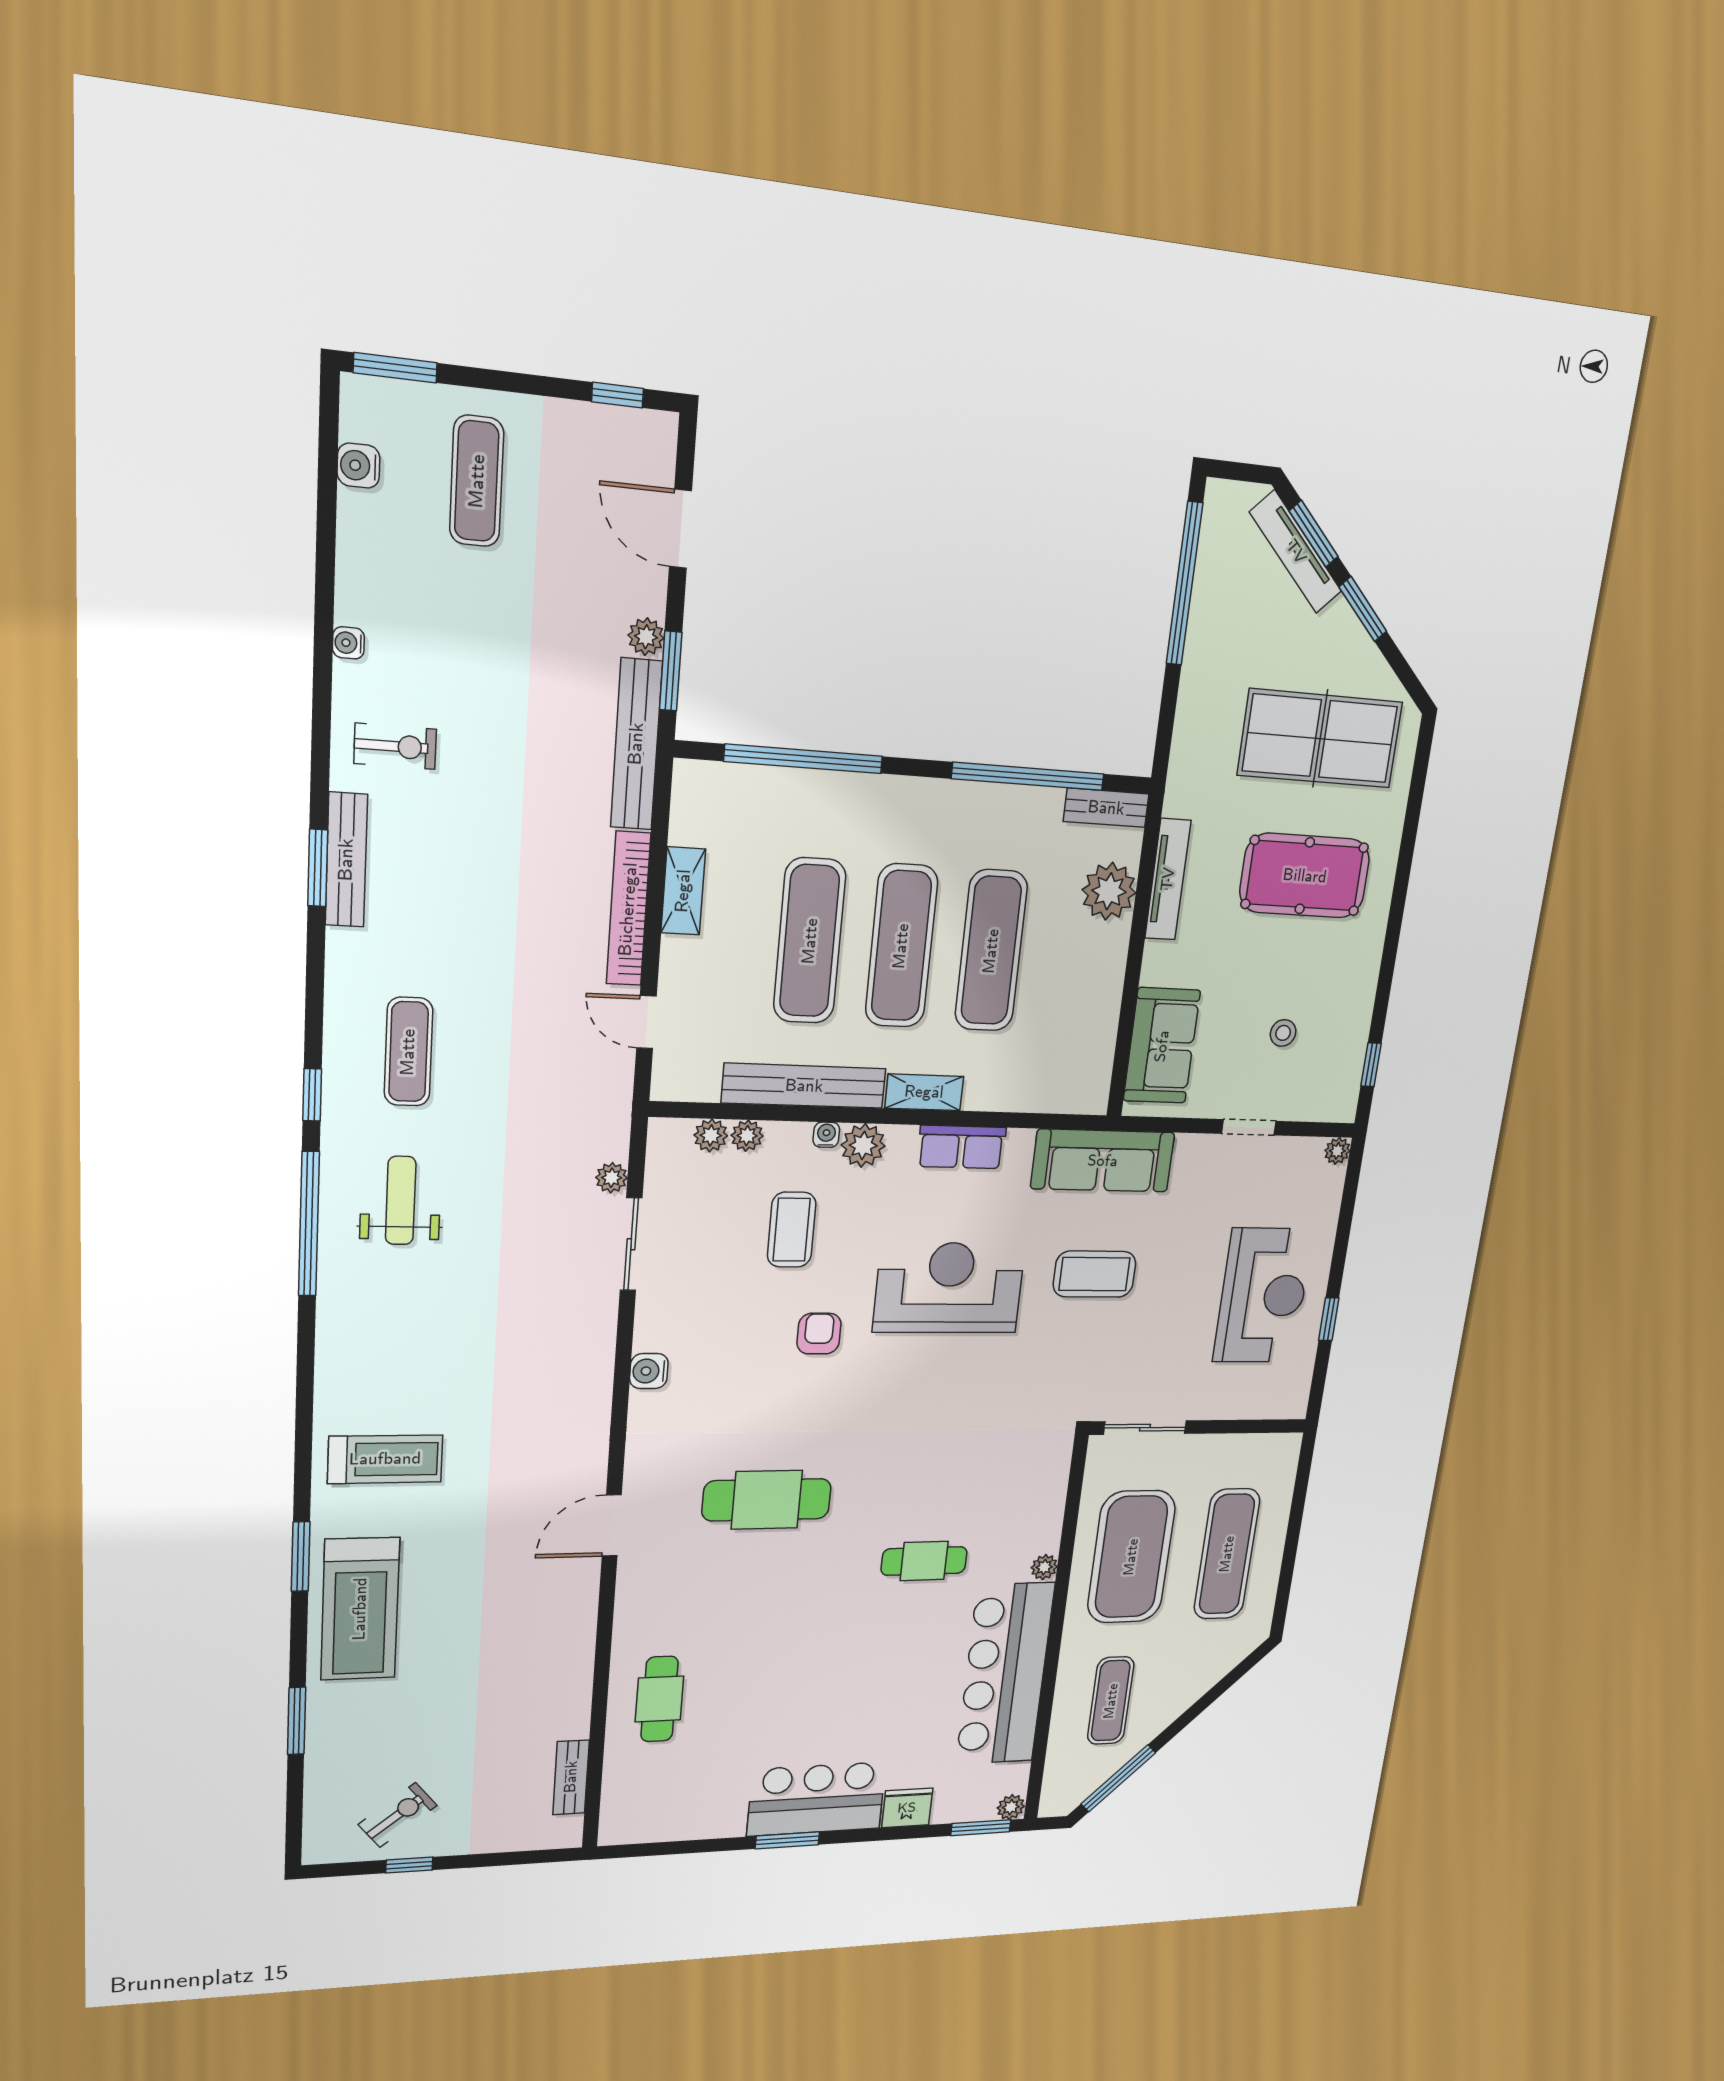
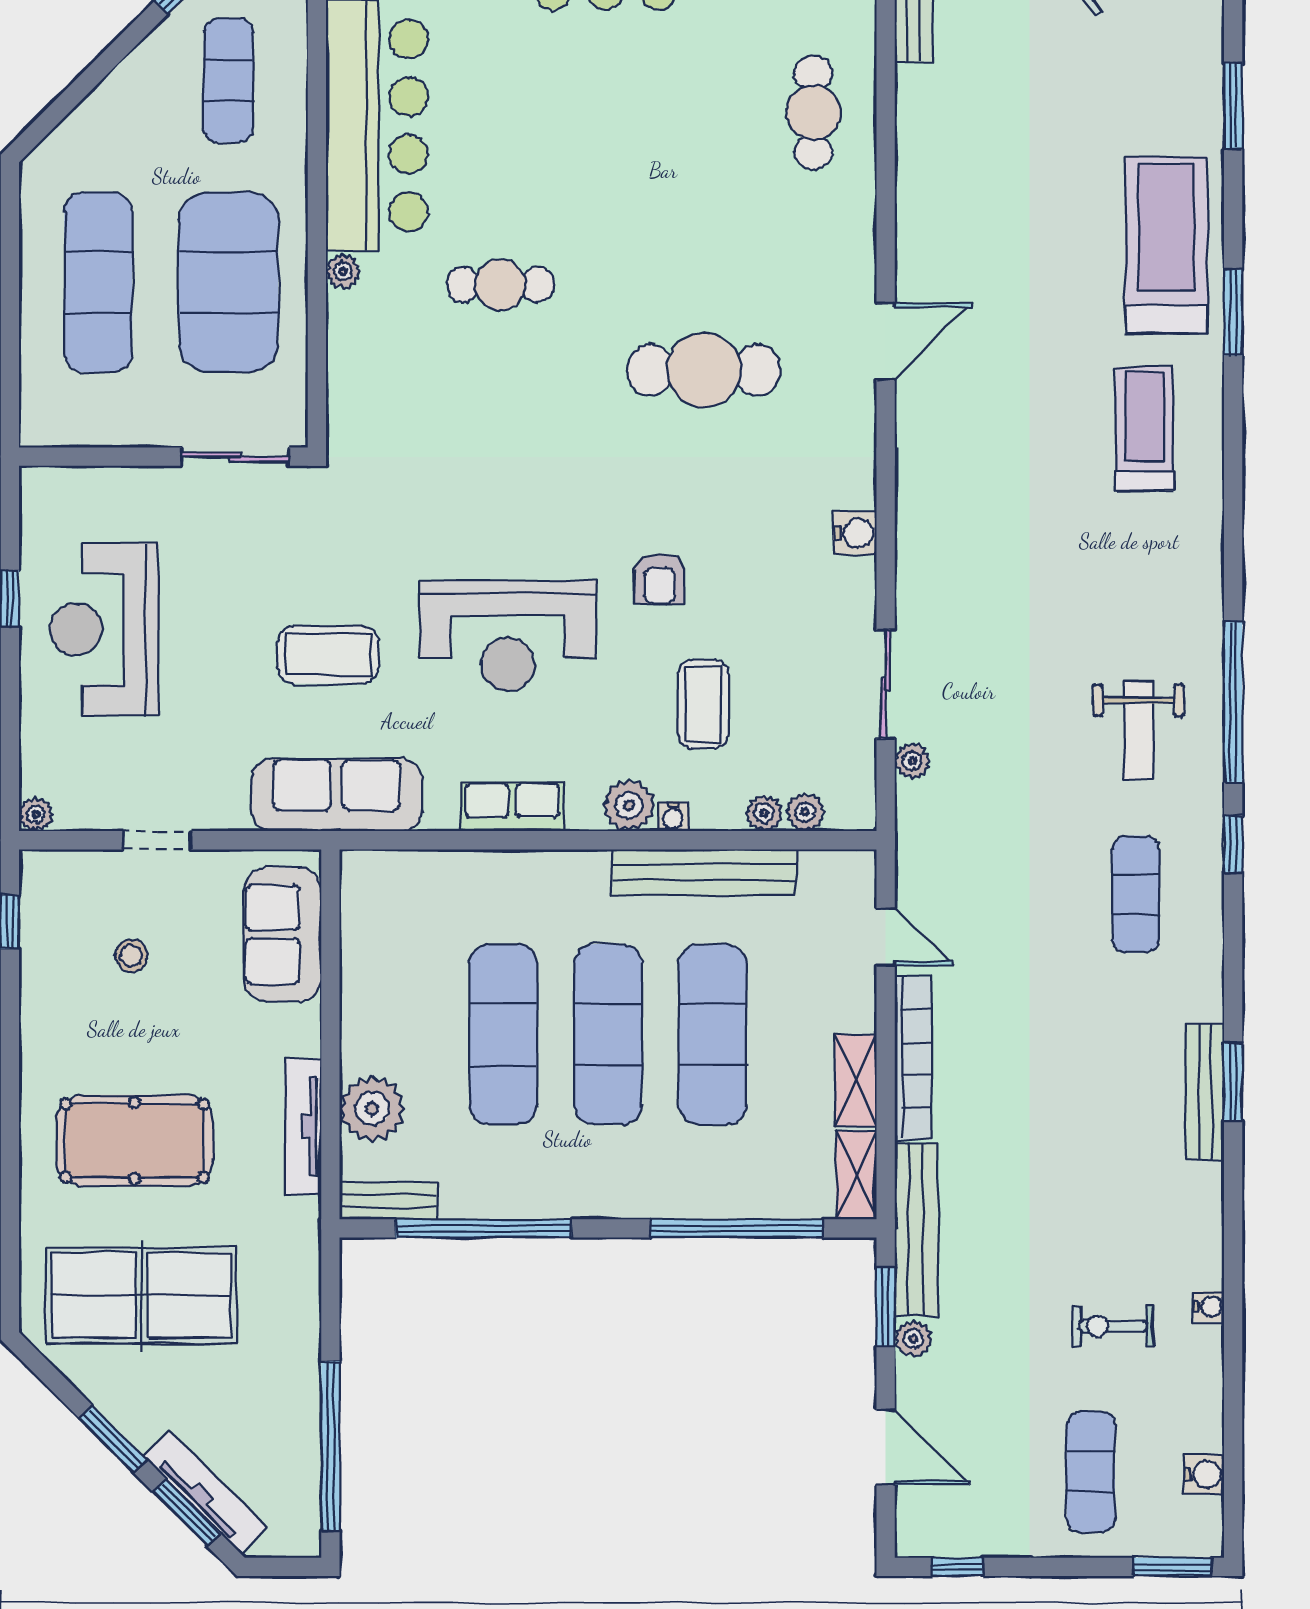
exercise bike: (395, 746) -> (1113, 1326), moved
shelving: (924, 1092) -> (856, 1175), moved, turned 90
treadmill: (385, 1459) -> (1145, 429), turned 90

